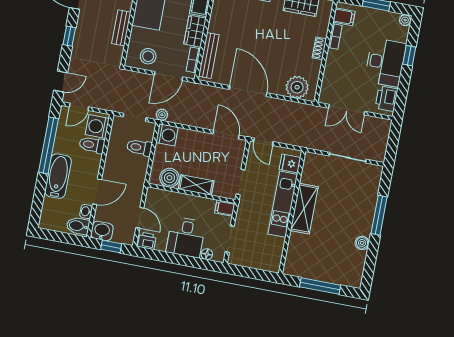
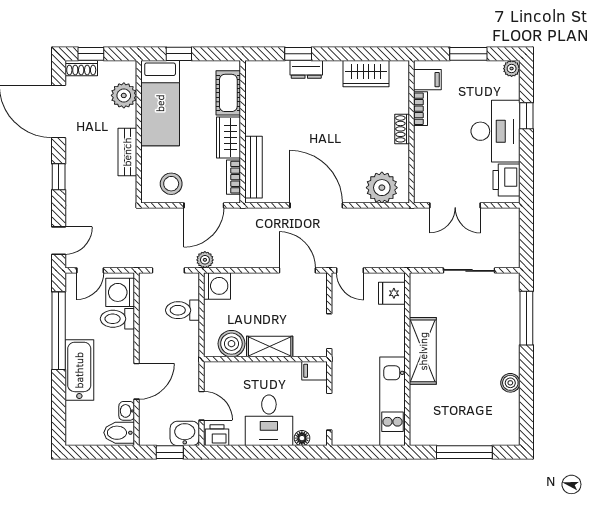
kitchen unit: (283, 204) -> (392, 401), moved
window: (379, 215) -> (526, 318), moved
washbasin: (102, 231) -> (185, 433), moved

